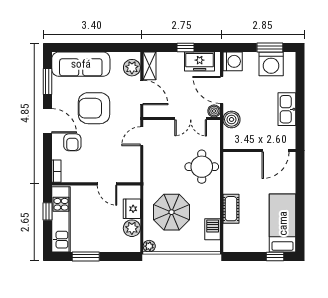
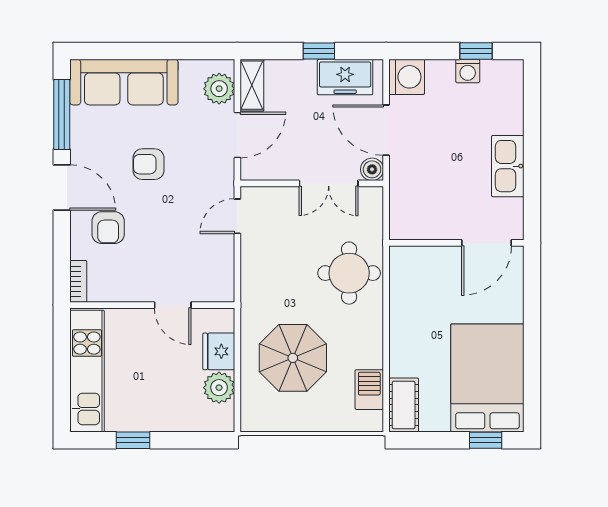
window: (270, 47) -> (476, 51), width x0.67
washing machine: (271, 64) -> (468, 71), width x0.53, depth x0.53
window: (47, 82) -> (62, 114), width x1.44
door: (142, 93) -> (237, 135), hinge flipped
armchair: (94, 108) -> (148, 164), width x0.53, depth x0.53
boiler: (232, 119) -> (405, 185), removed
cot: (231, 209) -> (404, 405), moved
window: (47, 211) -> (62, 356), removed
bed: (283, 223) -> (487, 378), width x1.50
plant: (149, 246) -> (251, 421), removed
window: (86, 256) -> (133, 440), width x0.67

